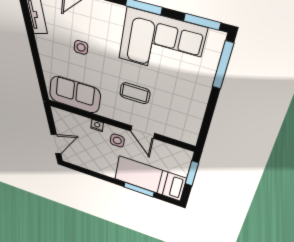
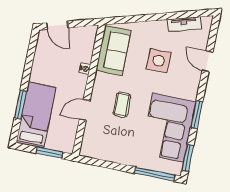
side table: (81, 47) -> (159, 61), width x1.87, depth x1.87
side table: (117, 140) -> (72, 86), removed

